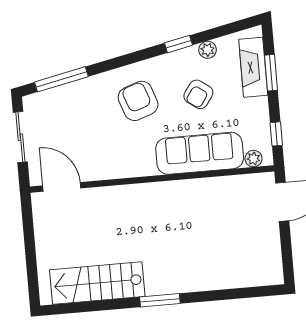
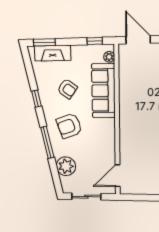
plant: (208, 50) -> (66, 166), moved, width x1.88, depth x1.88
window: (271, 73) -> (44, 42), moved
window: (61, 79) -> (47, 143), moved

